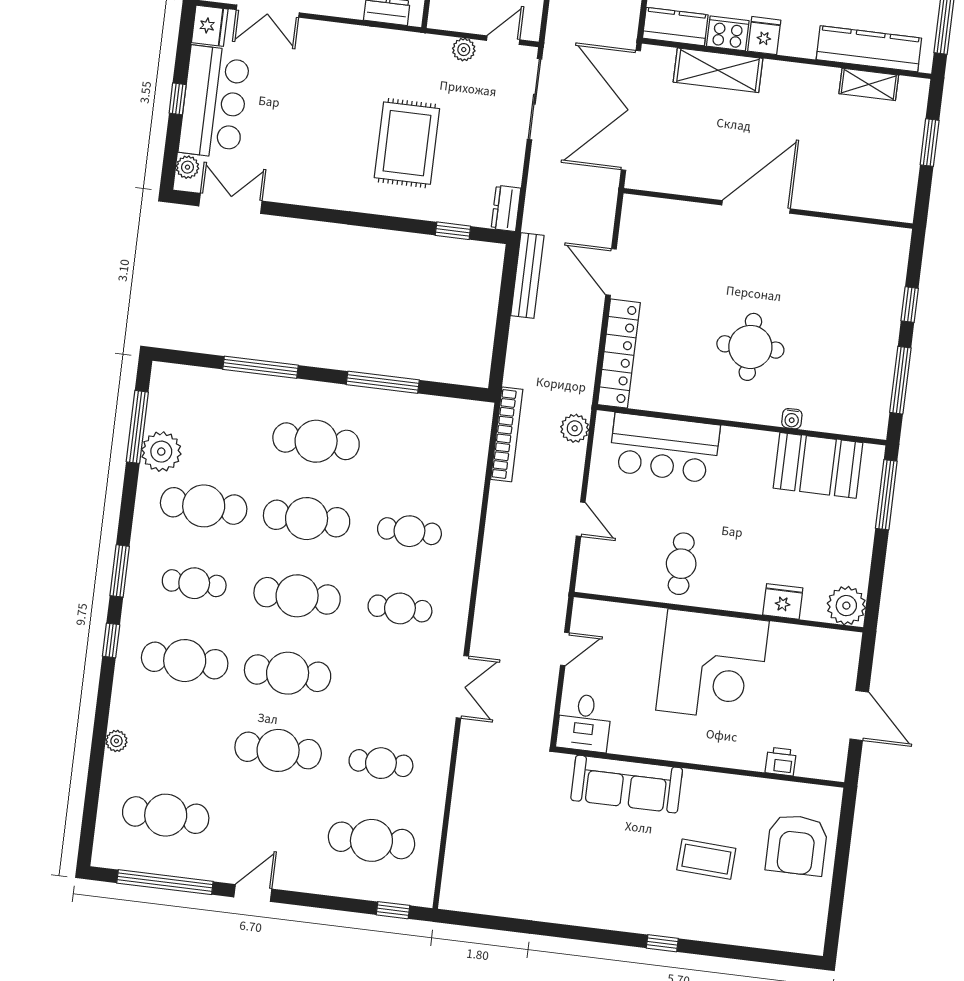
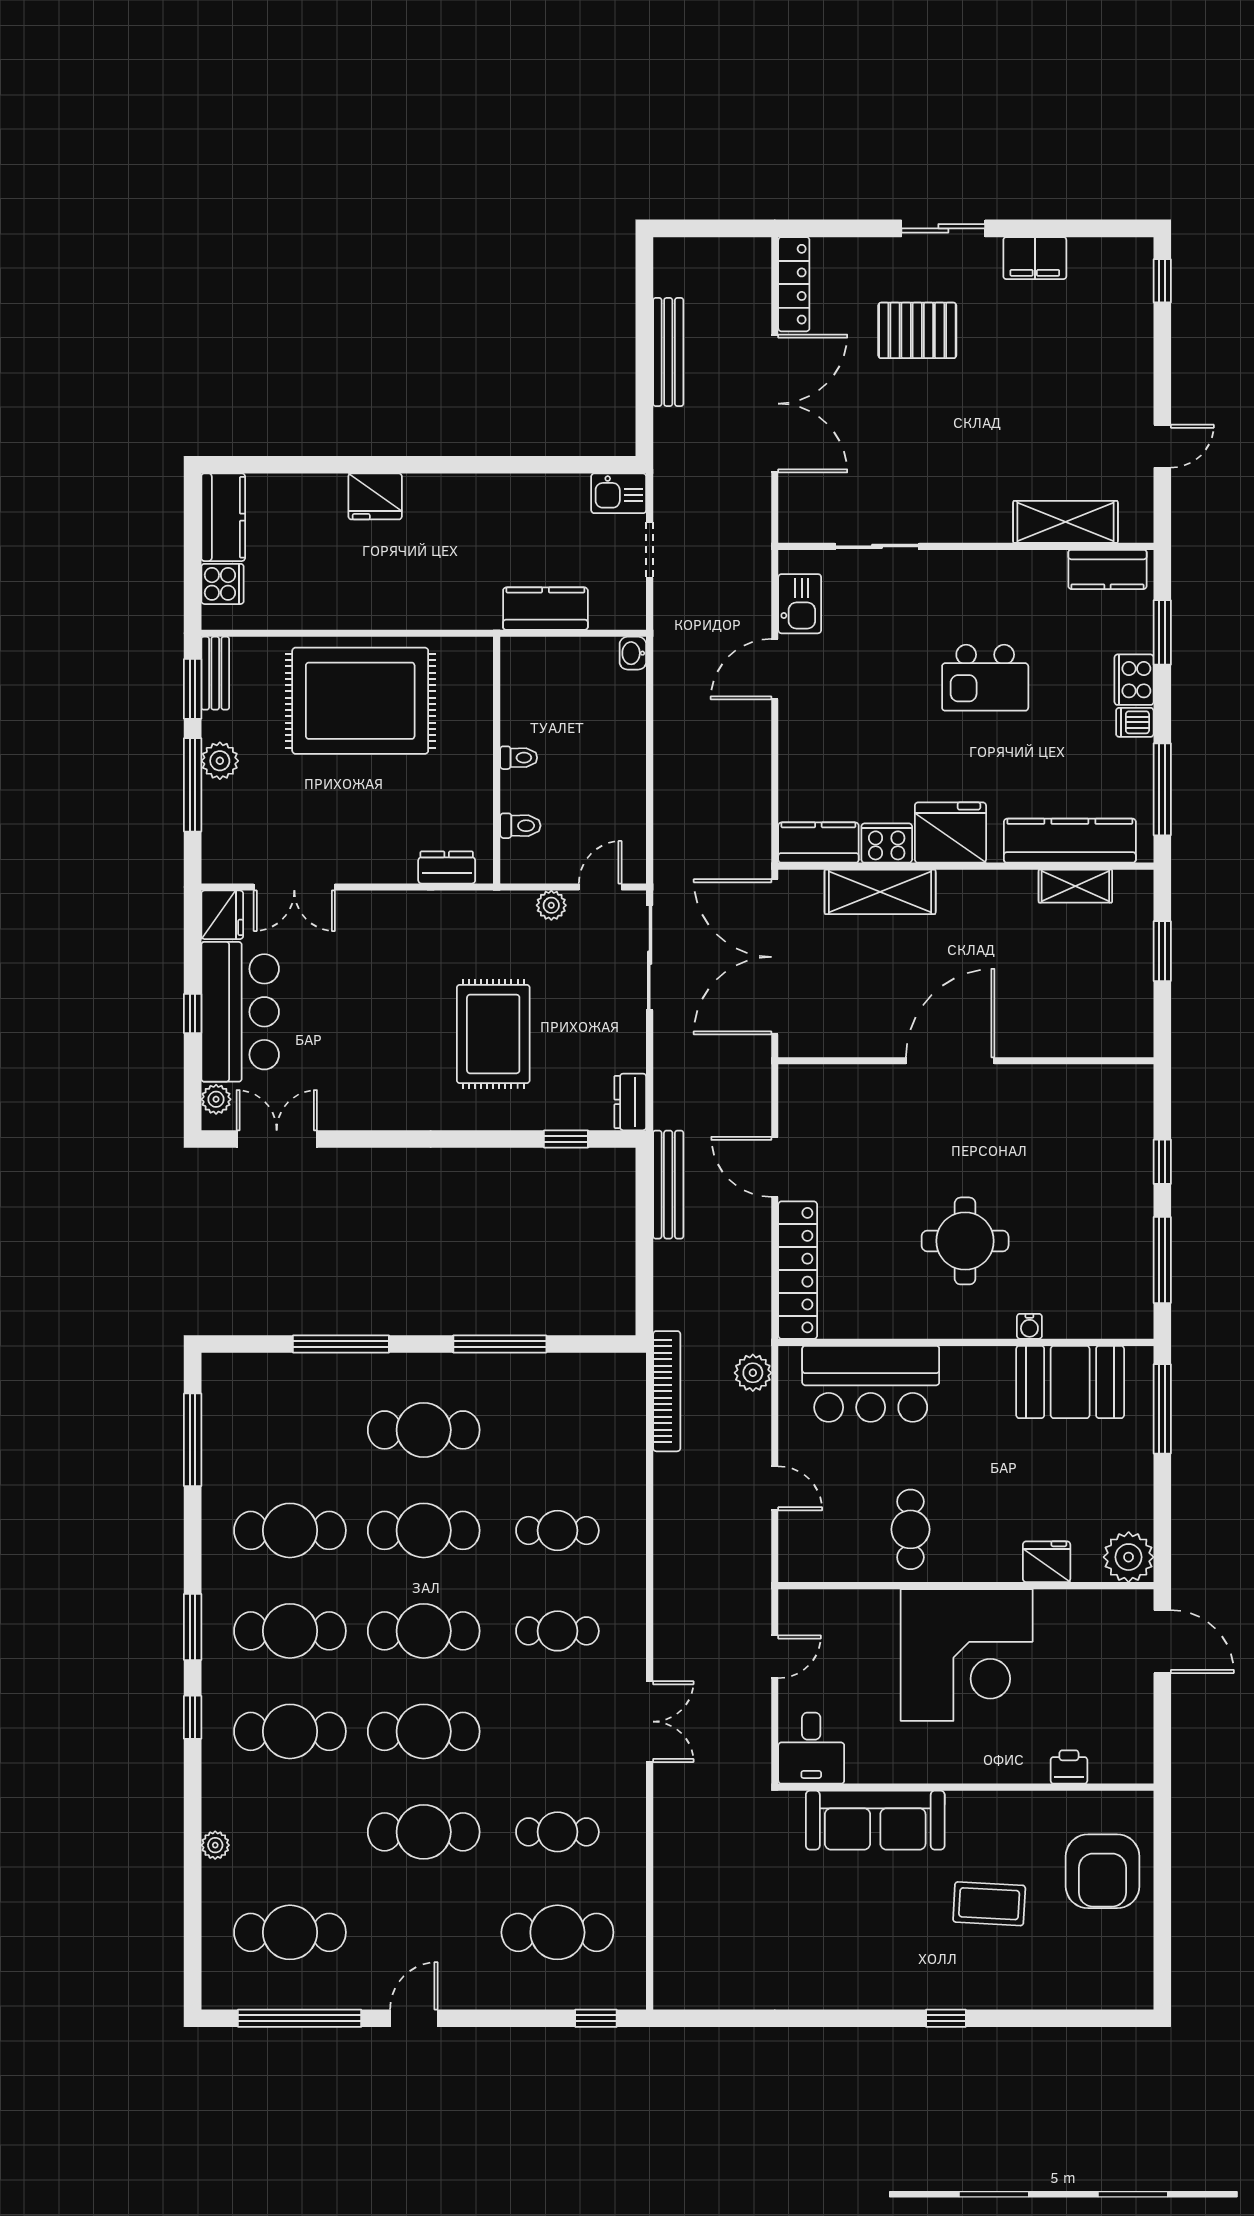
fridge: (764, 36) -> (950, 833), width x1.88, depth x1.34
plant: (161, 452) -> (227, 1468), removed
cafe table: (194, 583) -> (290, 1631), width x1.37, depth x1.35
door: (859, 715) -> (1162, 1642), moved

